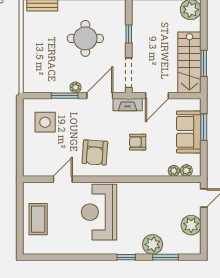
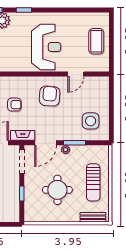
sun lounger: (42, 47) -> (93, 182), added

